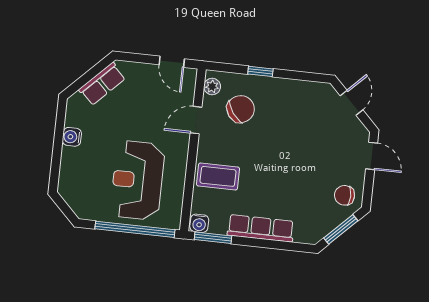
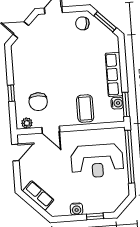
chair: (241, 109) -> (38, 102), turned -144
window: (56, 162) -> (95, 216), added
chair: (345, 195) -> (82, 23), turned 99
water cooler: (199, 223) -> (117, 103), moved

